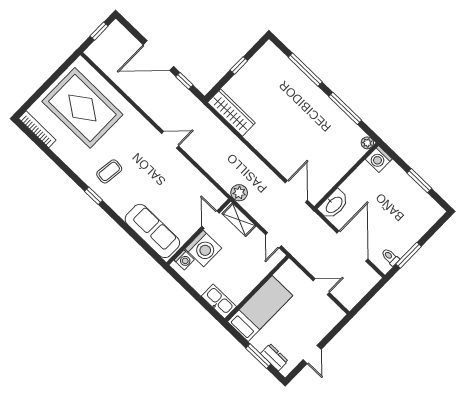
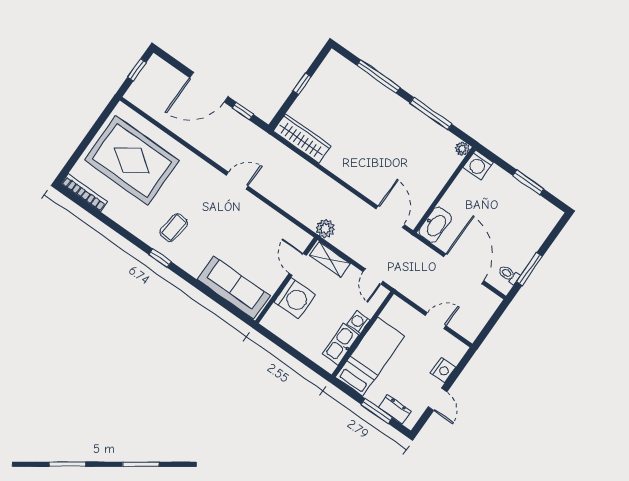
washing machine: (184, 260) -> (359, 322), moved, turned 180
kitchen sink: (219, 301) -> (341, 344), moved, turned -90
nightstand: (321, 330) -> (443, 370), added

